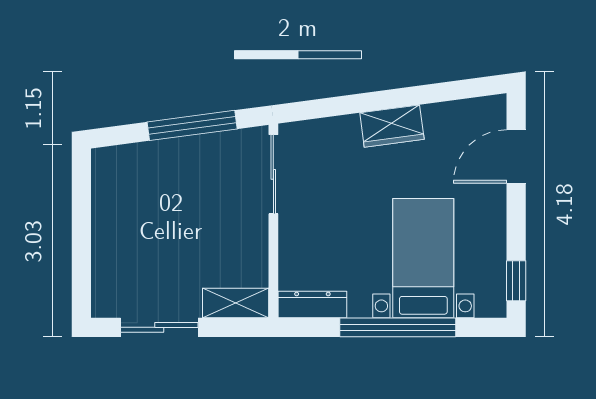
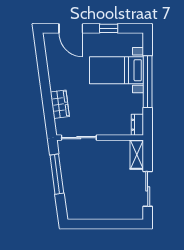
wardrobe: (392, 126) -> (60, 104), moved
window: (516, 281) -> (109, 28), moved
dresser: (312, 304) -> (137, 125), width x0.70

